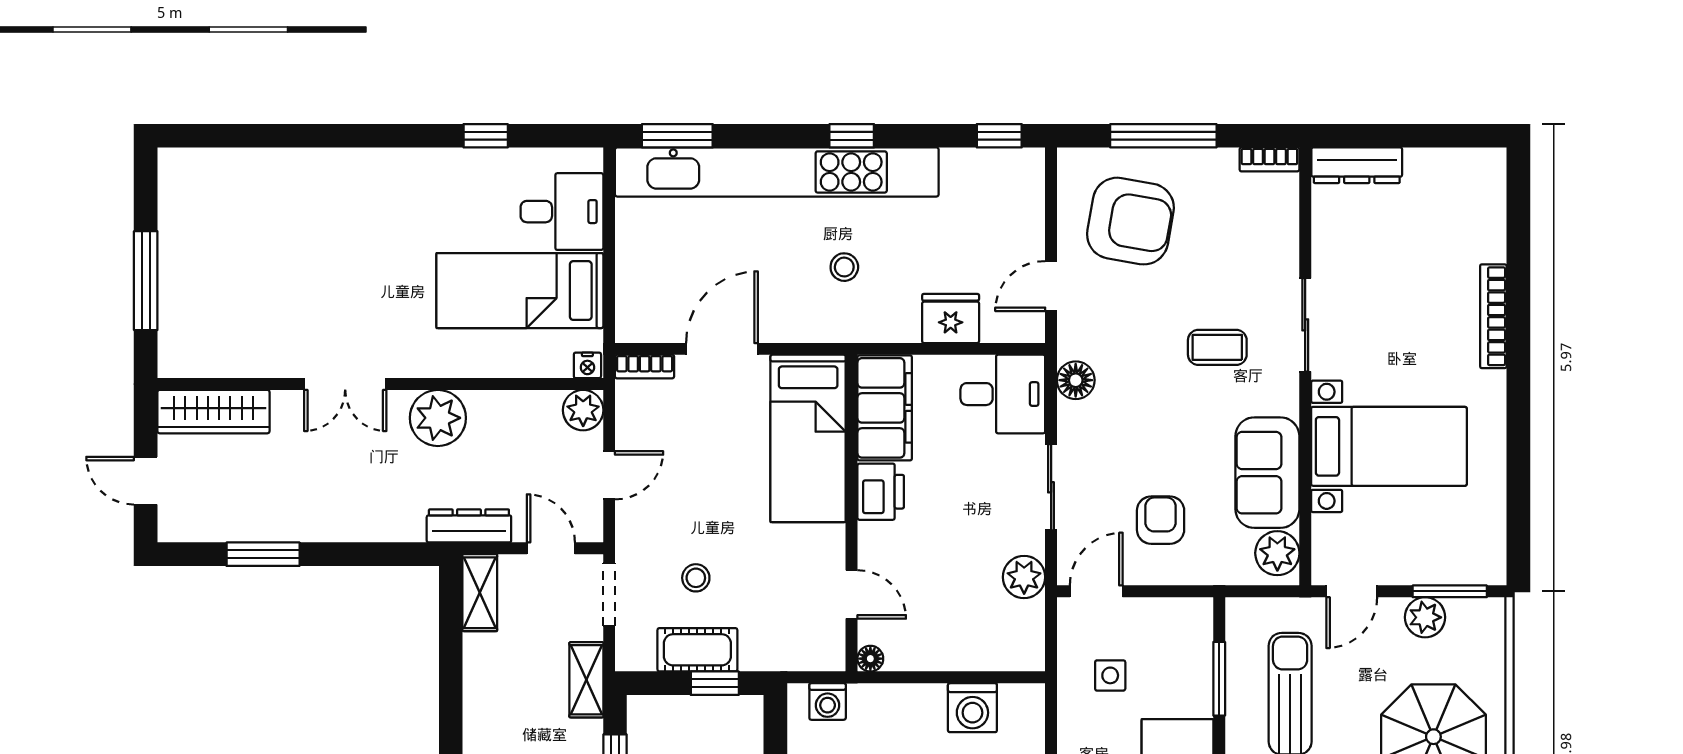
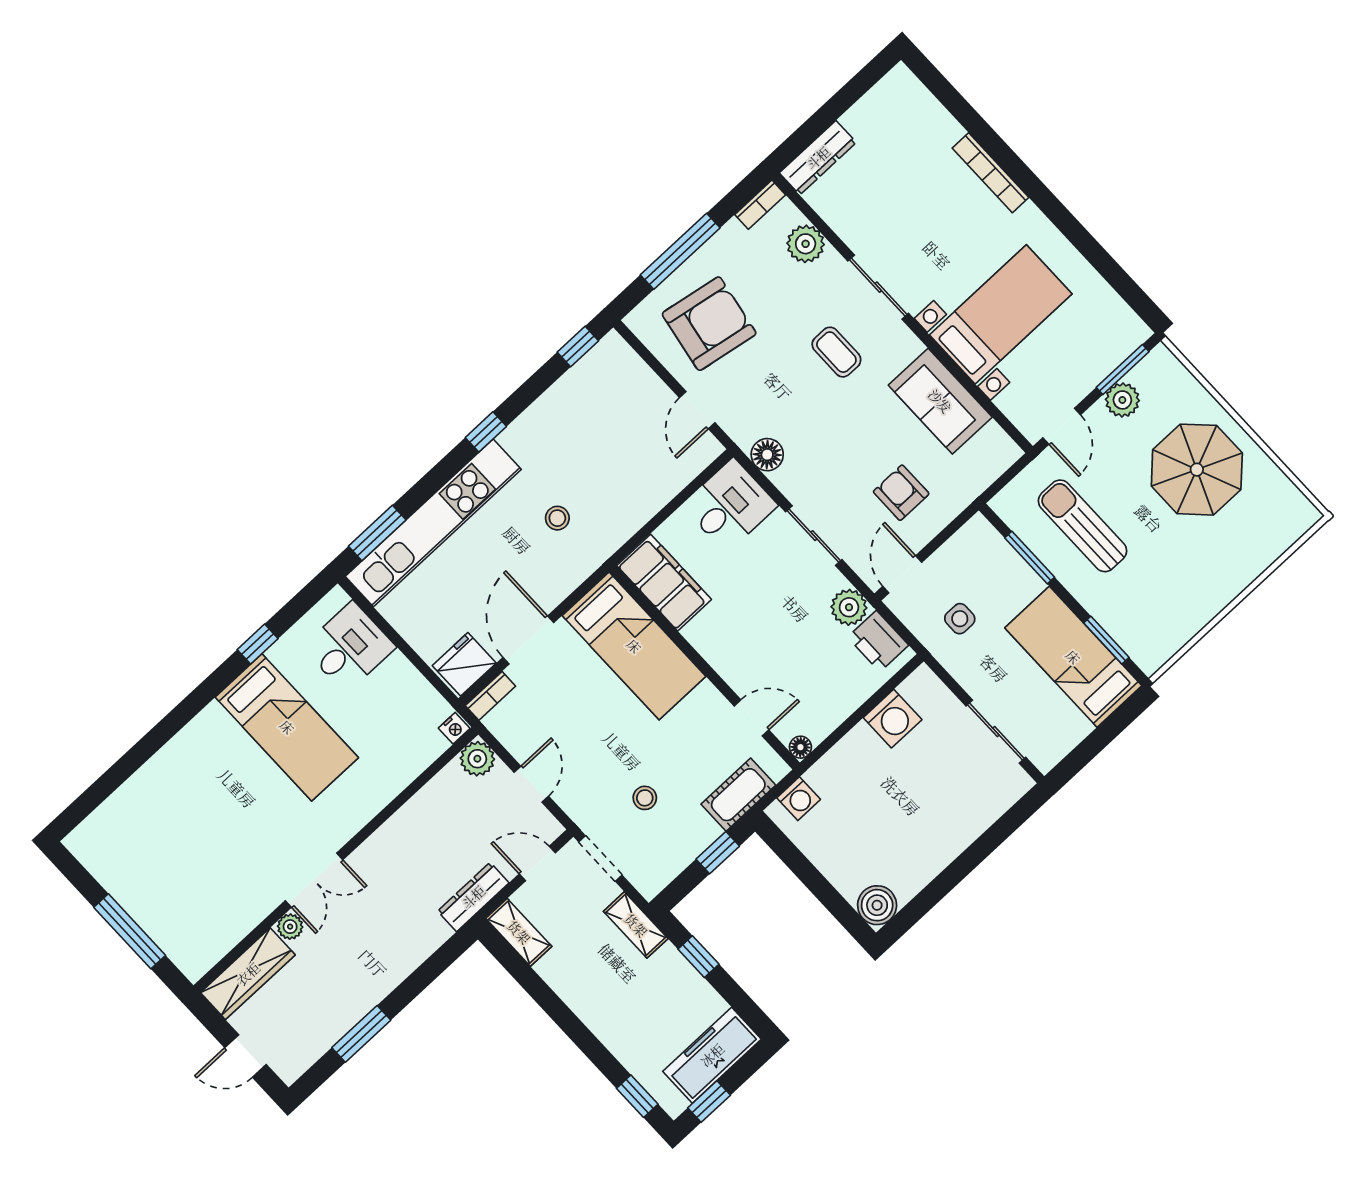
kitchen unit: (777, 172) -> (433, 523), width x0.73
bed: (520, 291) -> (287, 727), moved, turned -90
fridge: (951, 318) -> (464, 664), moved
coffee table: (1217, 347) -> (836, 352), turned 90
plant: (438, 418) -> (290, 927), moved, width x0.53, depth x0.53
printer: (881, 492) -> (878, 641), moved, turned 180
plant: (1277, 553) -> (806, 244), moved
cot: (697, 650) -> (738, 795), moved

